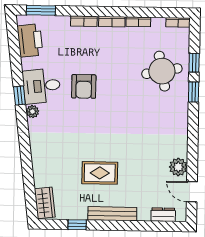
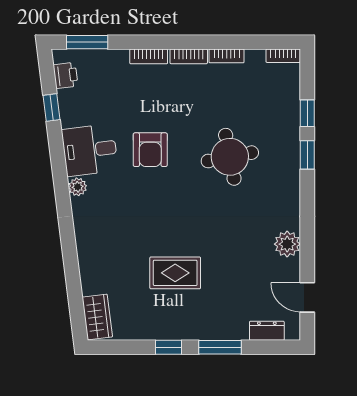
printer: (30, 40) -> (66, 75), width x0.53, depth x0.68
round table: (162, 71) -> (230, 157), moved
window: (19, 95) -> (52, 108), moved
plant: (178, 167) -> (287, 244), moved
bench: (112, 214) -> (194, 331), removed
window: (77, 225) -> (168, 347), moved
window: (130, 226) -> (220, 347), added

